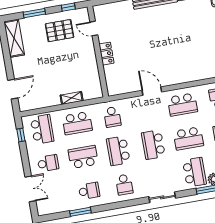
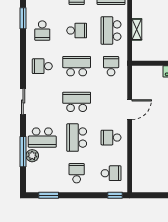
school desk: (182, 105) -> (111, 138), width x0.54
school desk: (112, 117) -> (111, 66), turned 90
school desk: (83, 157) -> (77, 31), width x0.54

